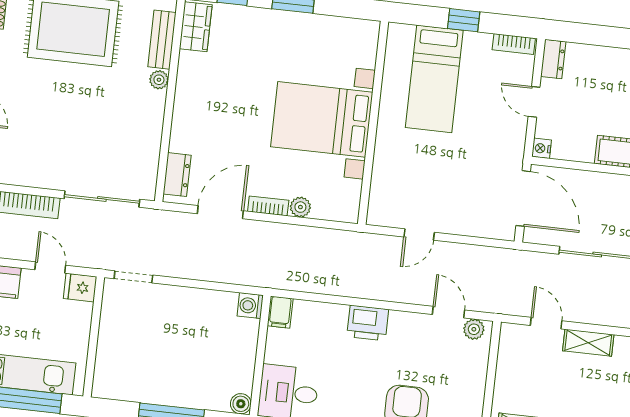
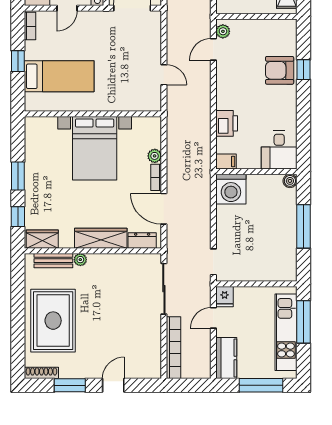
wardrobe: (187, 114) -> (101, 238), added
washing machine: (250, 306) -> (231, 189), width x1.89, depth x1.89
printer: (368, 323) -> (227, 123), moved

